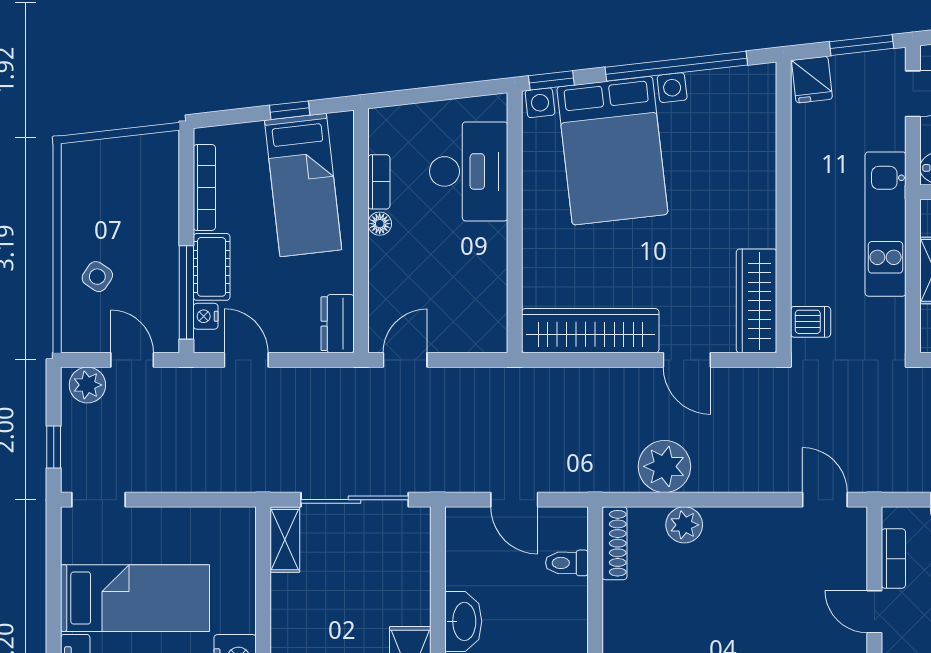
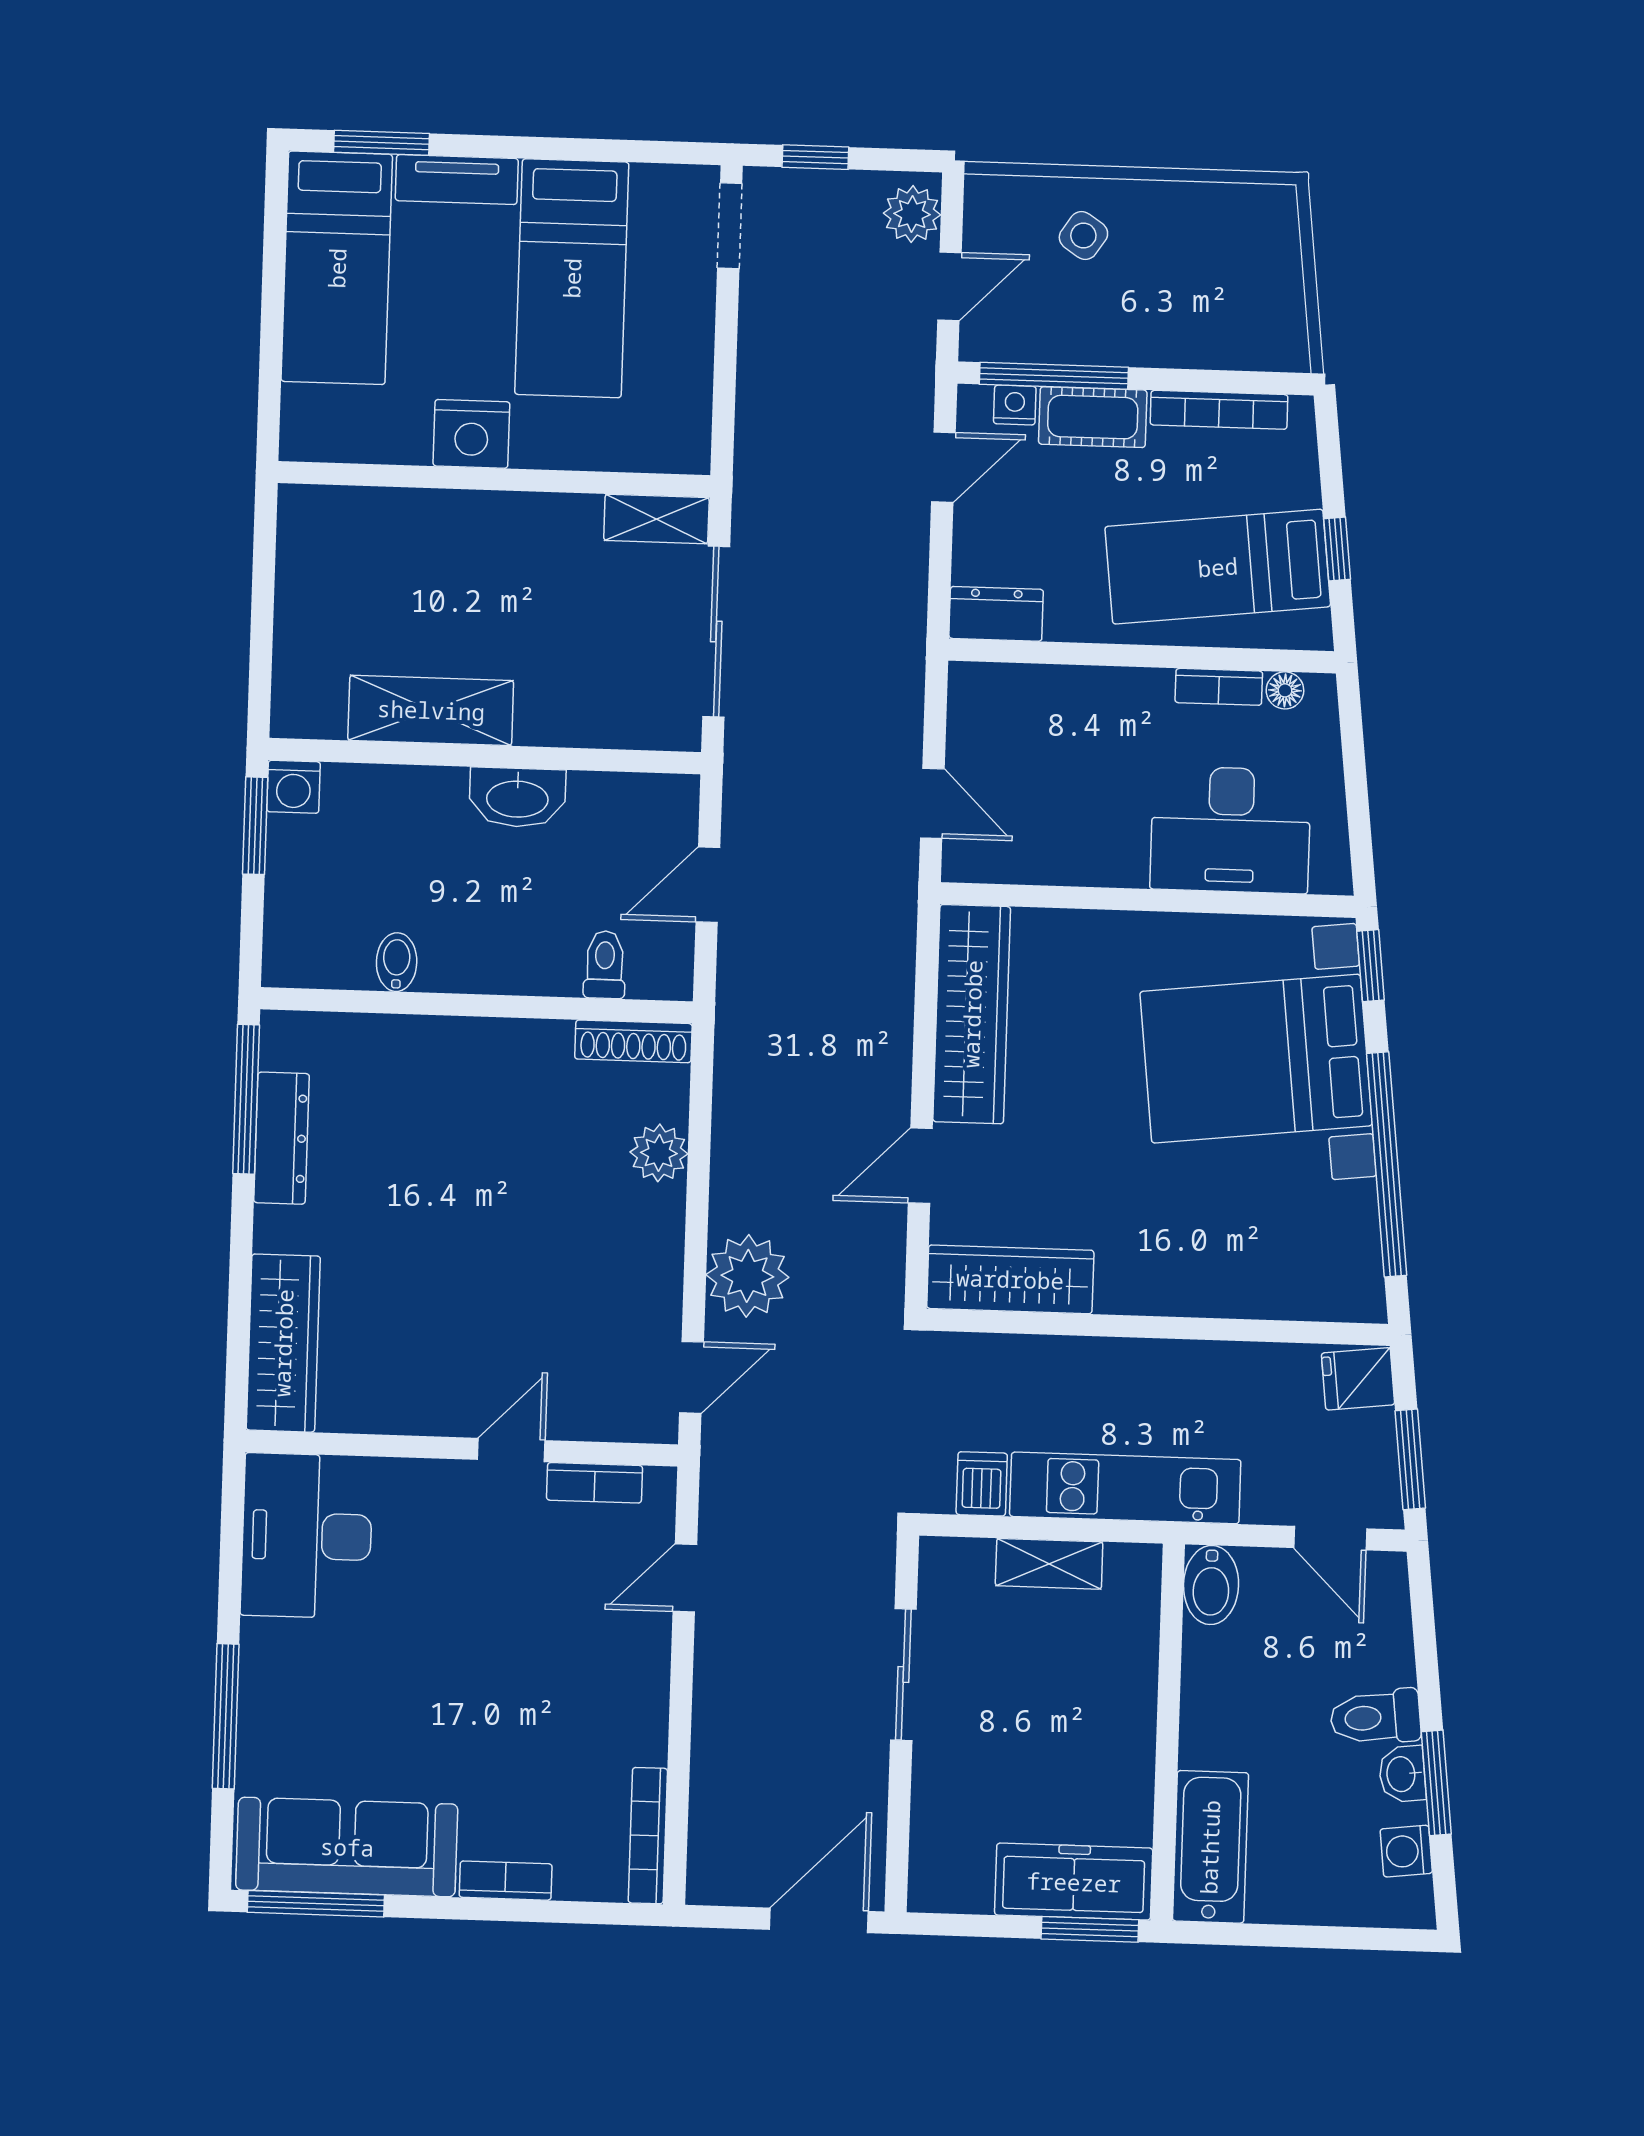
floor lamp: (380, 224) -> (1285, 690), moved
dishwasher: (811, 322) -> (982, 1484), moved, turned 180
door: (405, 360) -> (932, 803), moved
plant: (664, 466) -> (747, 1276), moved

